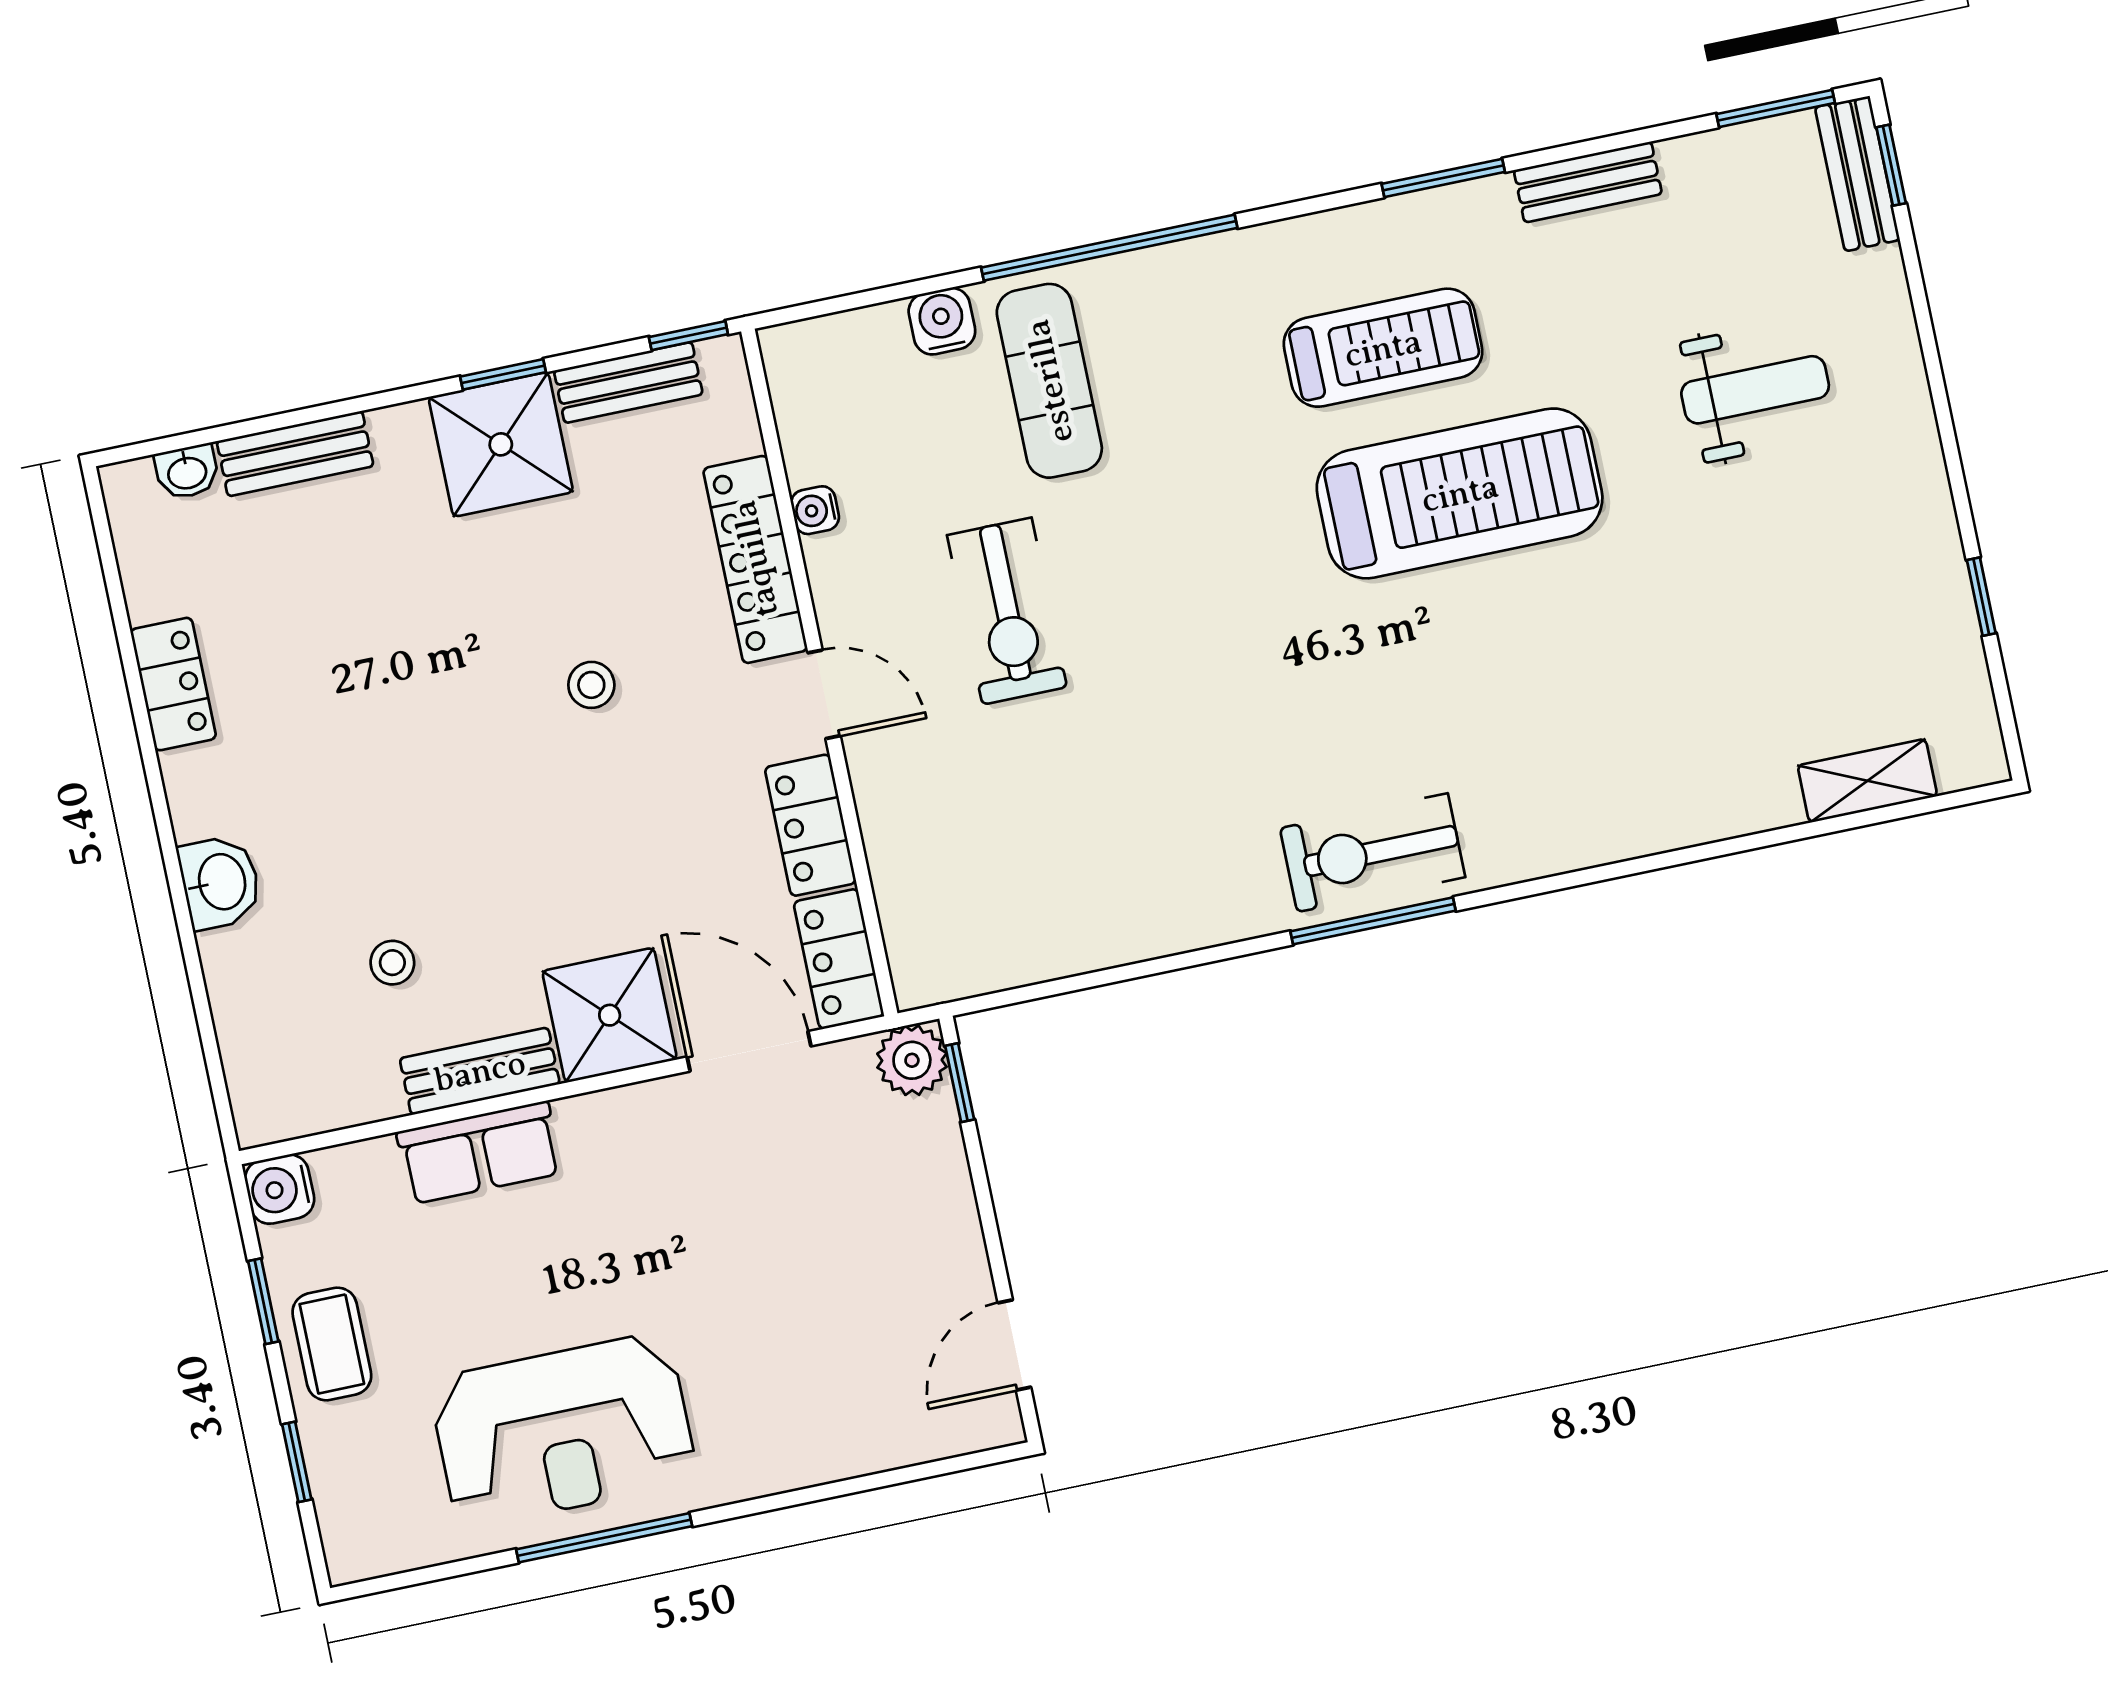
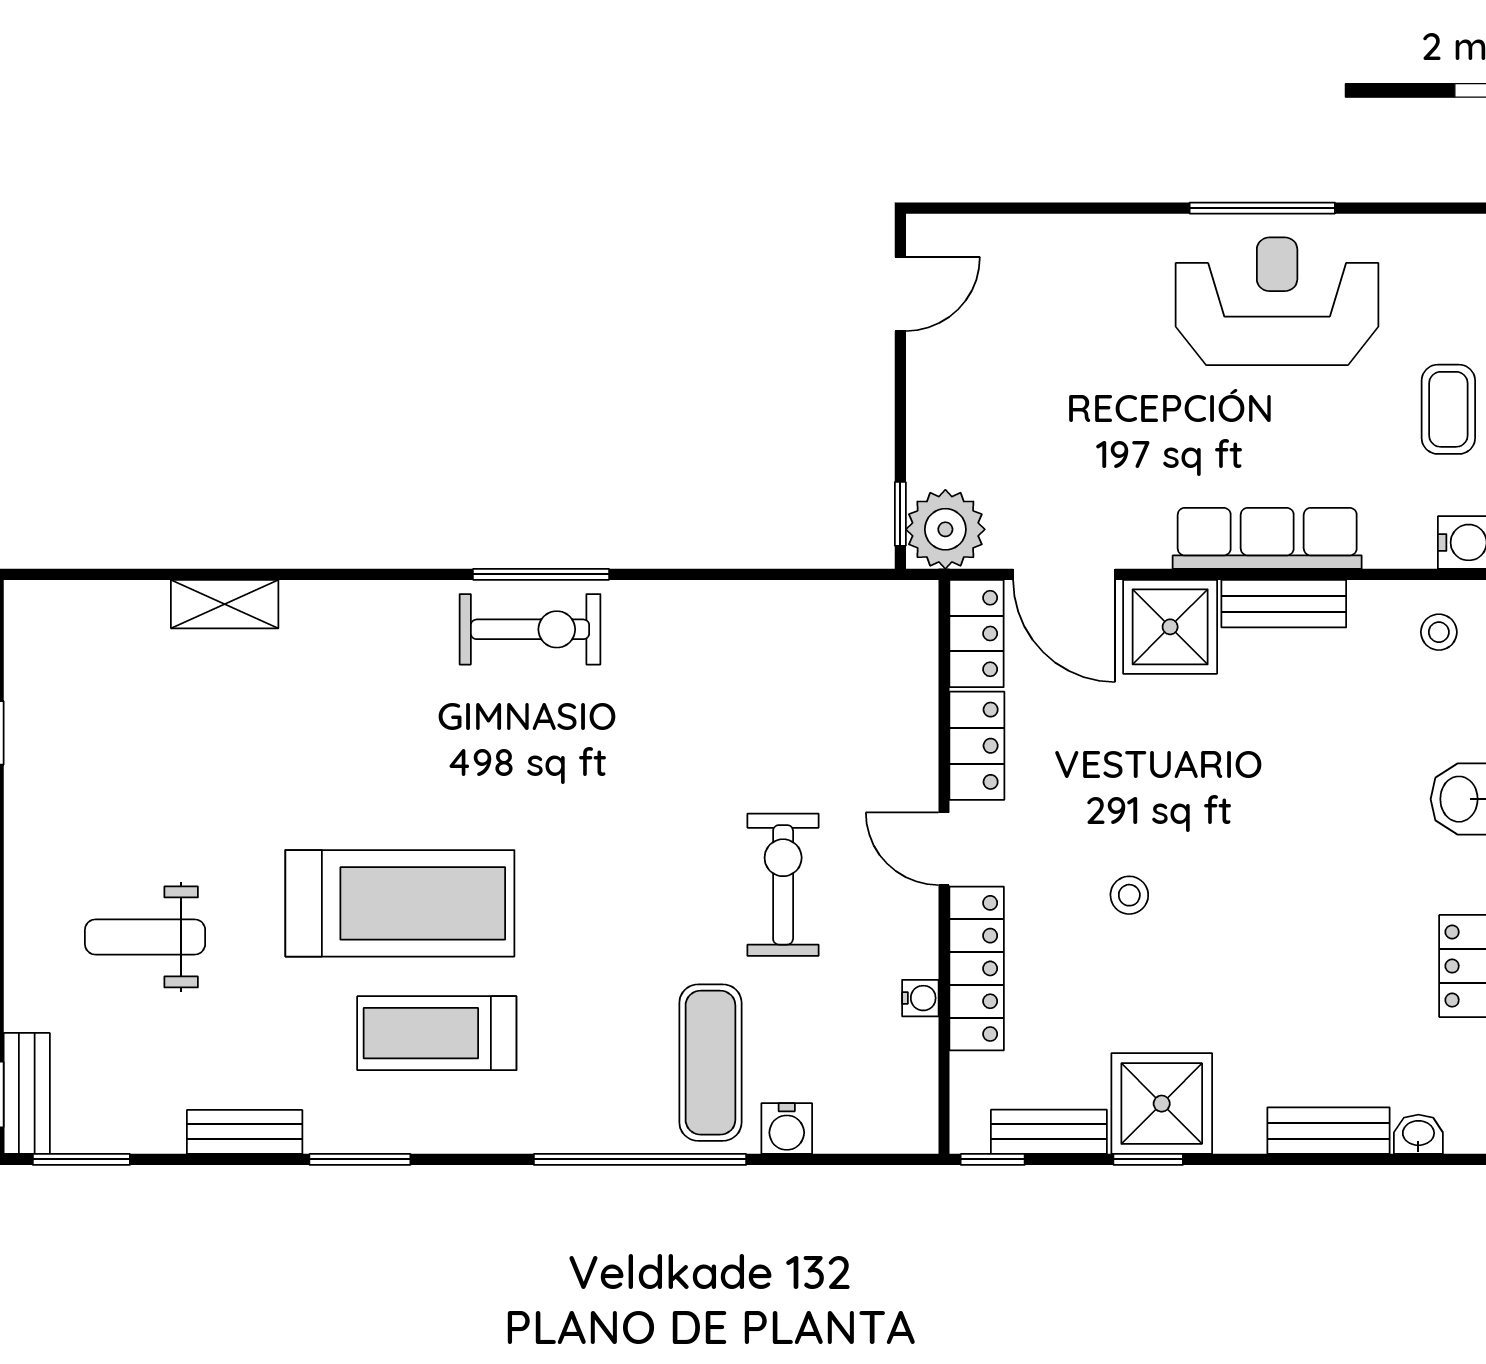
treadmill: (1460, 493) -> (400, 903), turned 180
shelving: (1867, 781) -> (225, 604), moved
stool: (392, 963) -> (1439, 632), moved
plant: (912, 1060) -> (945, 529), width x1.36, depth x1.36
row of seats: (479, 1153) -> (1267, 538), width x1.48

